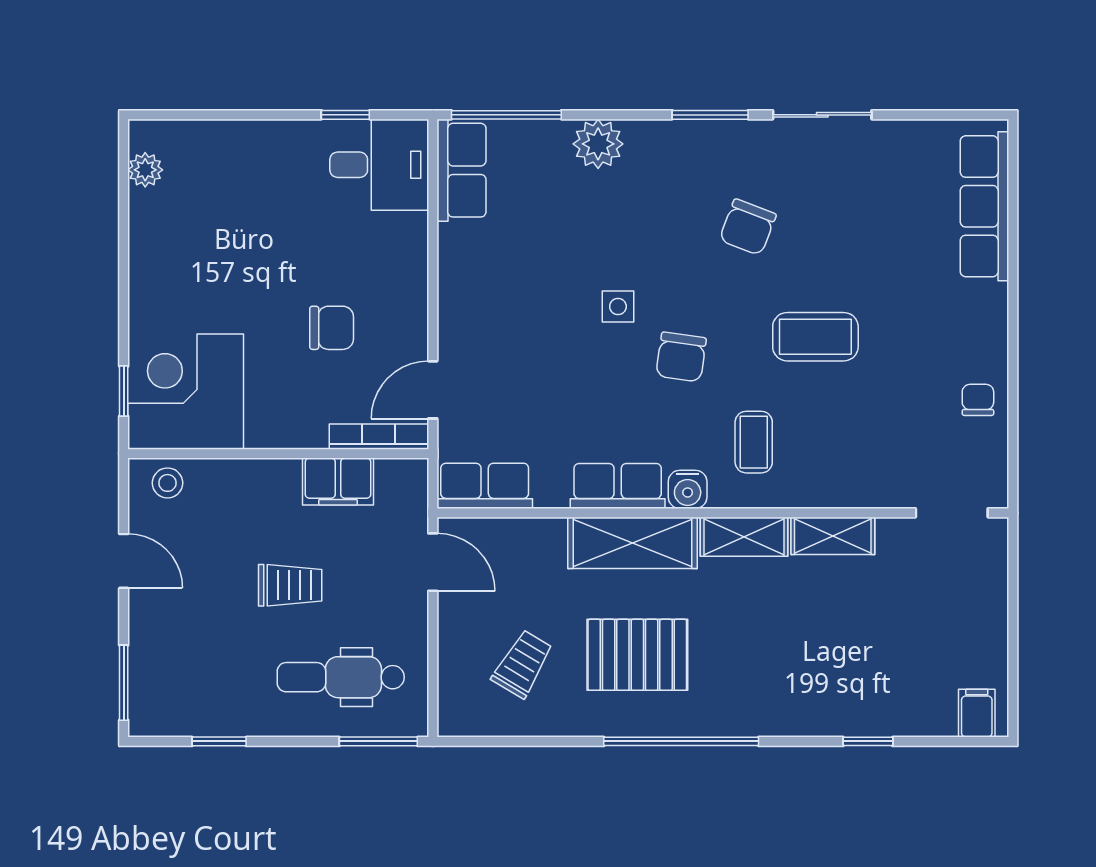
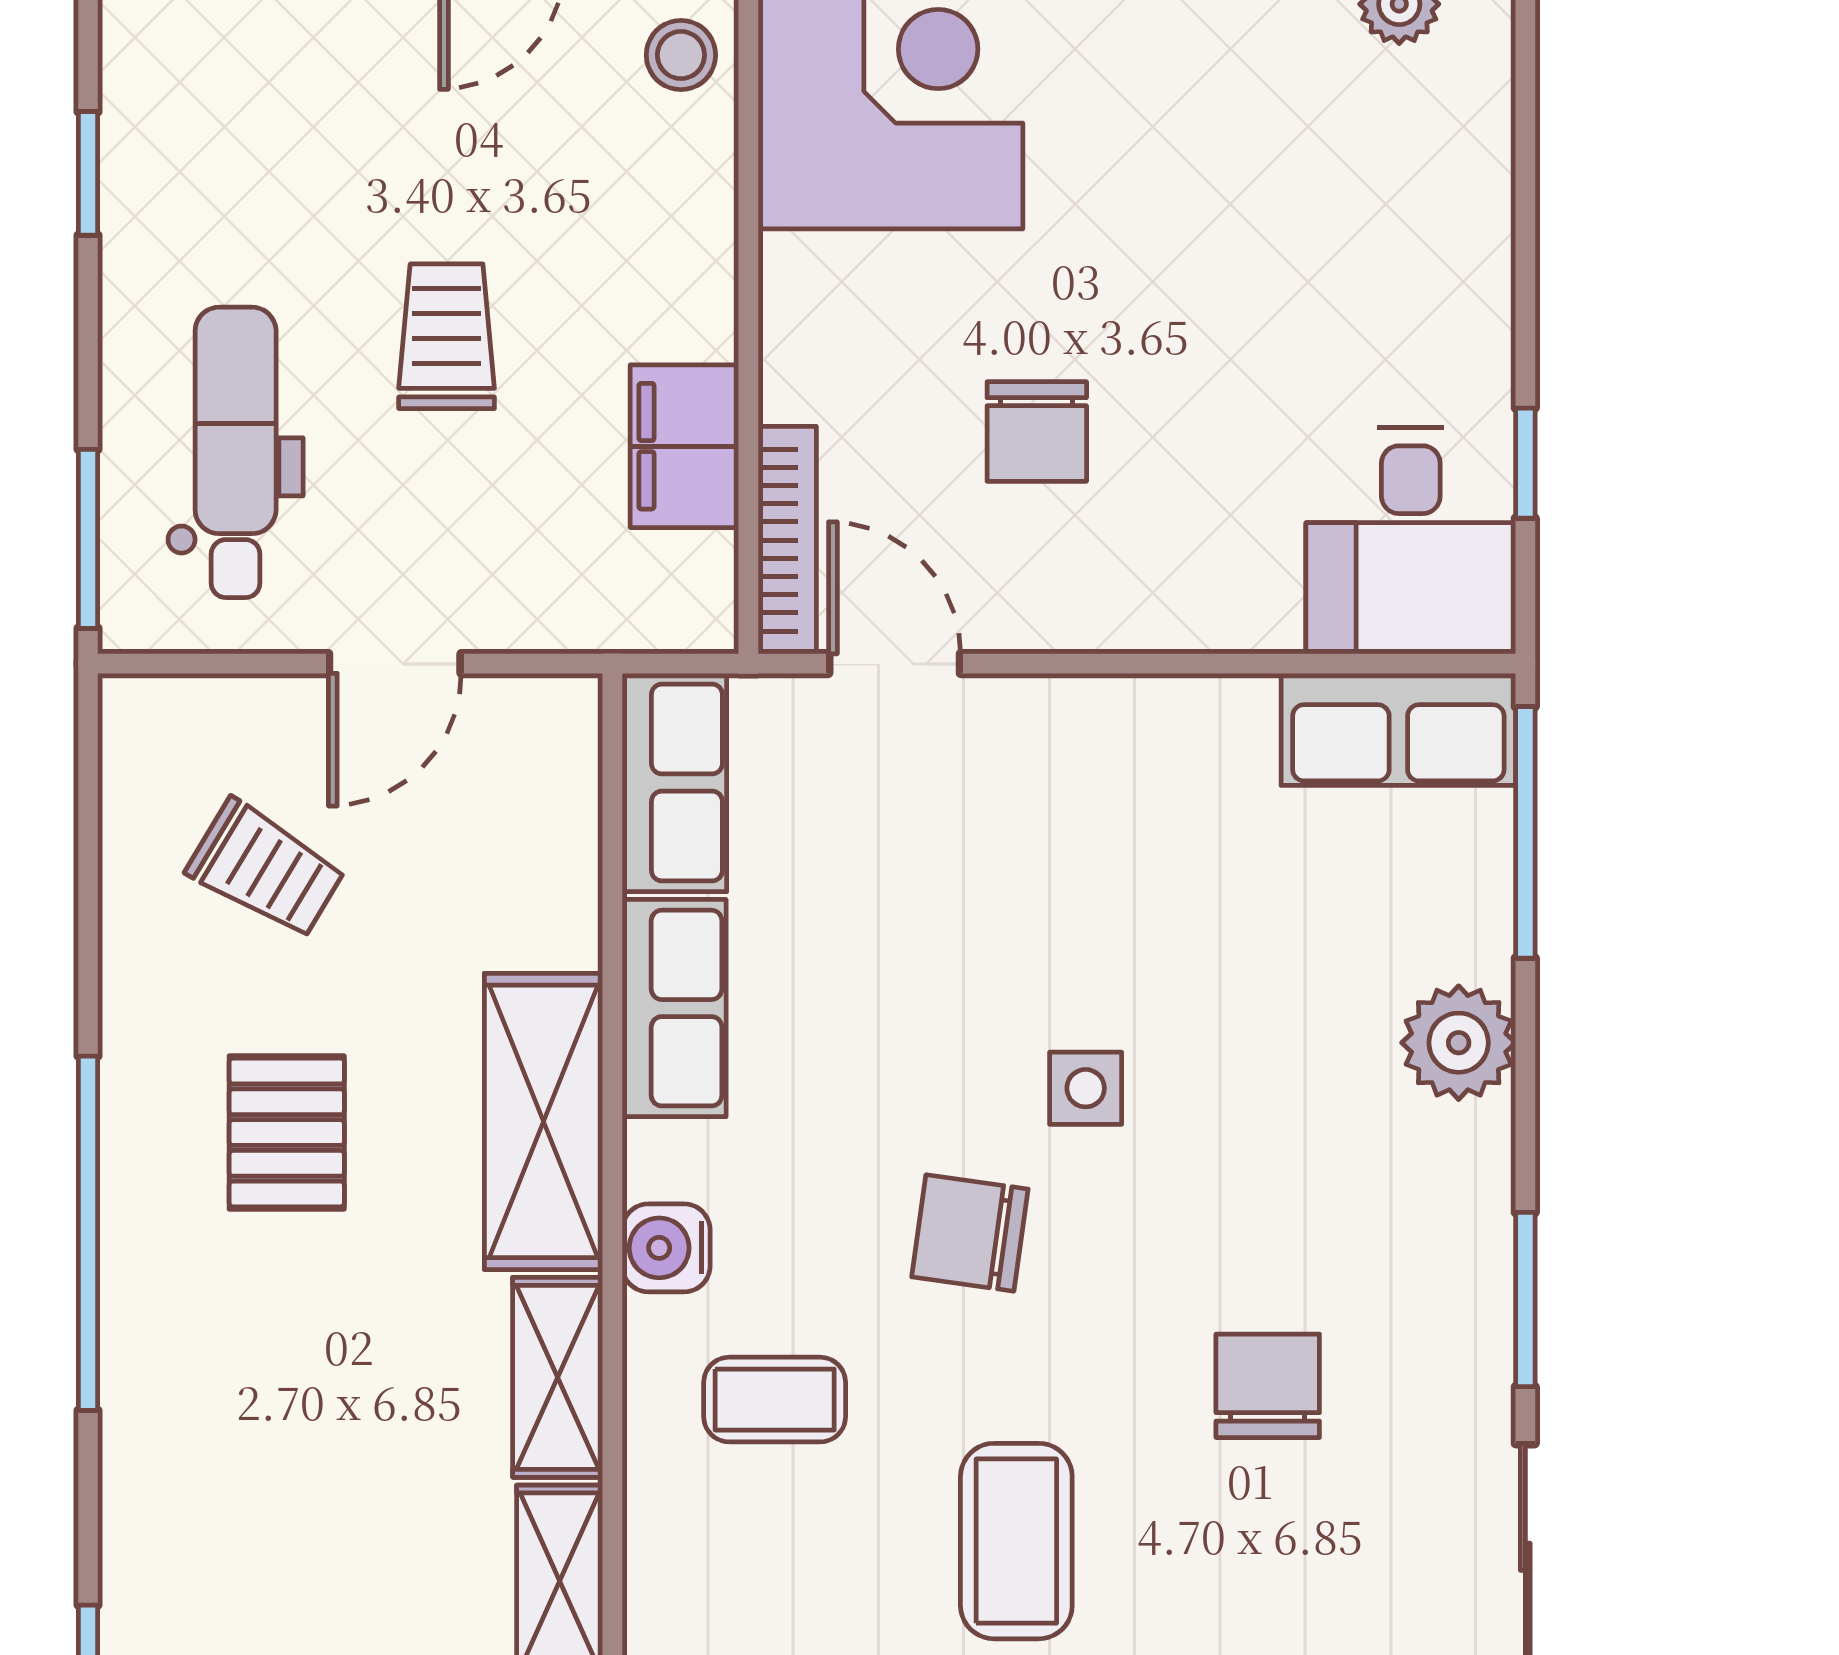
chair: (748, 227) -> (1268, 1386), turned 69
row of seats: (618, 486) -> (674, 1008), moved
door: (433, 562) -> (395, 664), moved
trolley: (290, 585) -> (447, 336), turned 180
pallet: (637, 655) -> (287, 1133), width x0.67, depth x0.71

